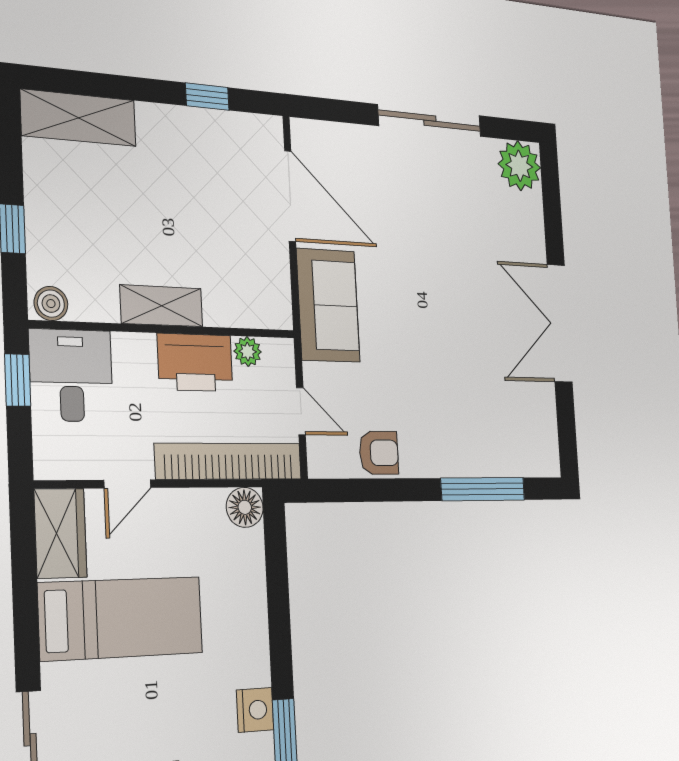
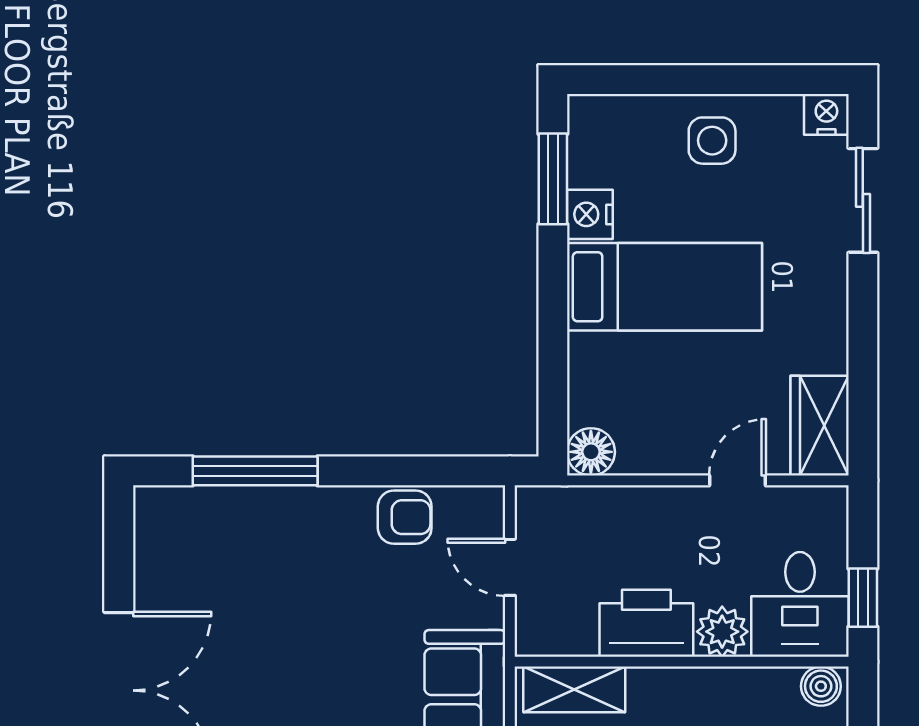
shelving: (161, 306) -> (574, 689), moved
plant: (248, 352) -> (722, 632), moved, width x1.38, depth x1.38
armchair: (379, 453) -> (405, 517), turned 180
bookcase: (229, 461) -> (609, 507), removed
bed: (121, 618) -> (664, 287), moved, turned 180

